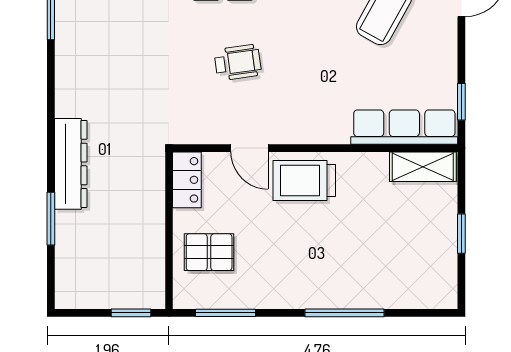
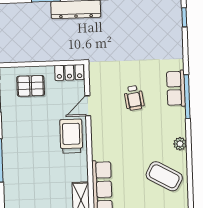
pallet: (209, 252) -> (31, 86), turned 90

